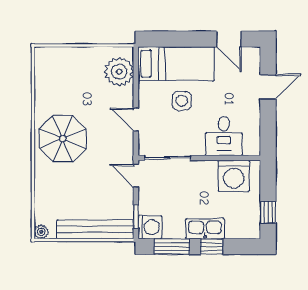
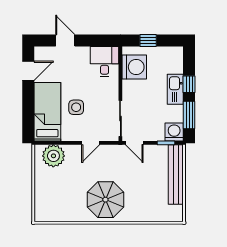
desk: (224, 136) -> (105, 62), moved, turned -90
door: (136, 176) -> (134, 143), hinge flipped
window: (268, 212) -> (148, 40), moved
plant: (41, 232) -> (178, 216), removed

